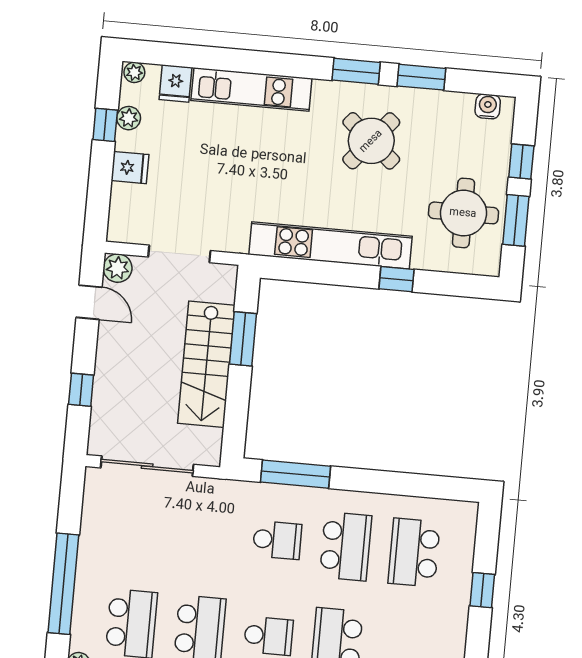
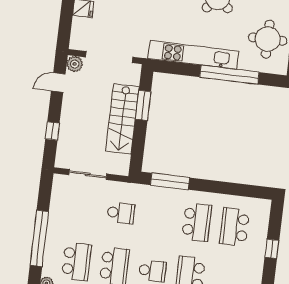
doorway: (179, 254) -> (109, 57), width x1.36
window: (396, 279) -> (229, 75), width x3.17
door: (89, 302) -> (58, 82), swing flipped
sliding door: (147, 466) -> (88, 174), width x0.73
school desk: (277, 540) -> (121, 213), moved

